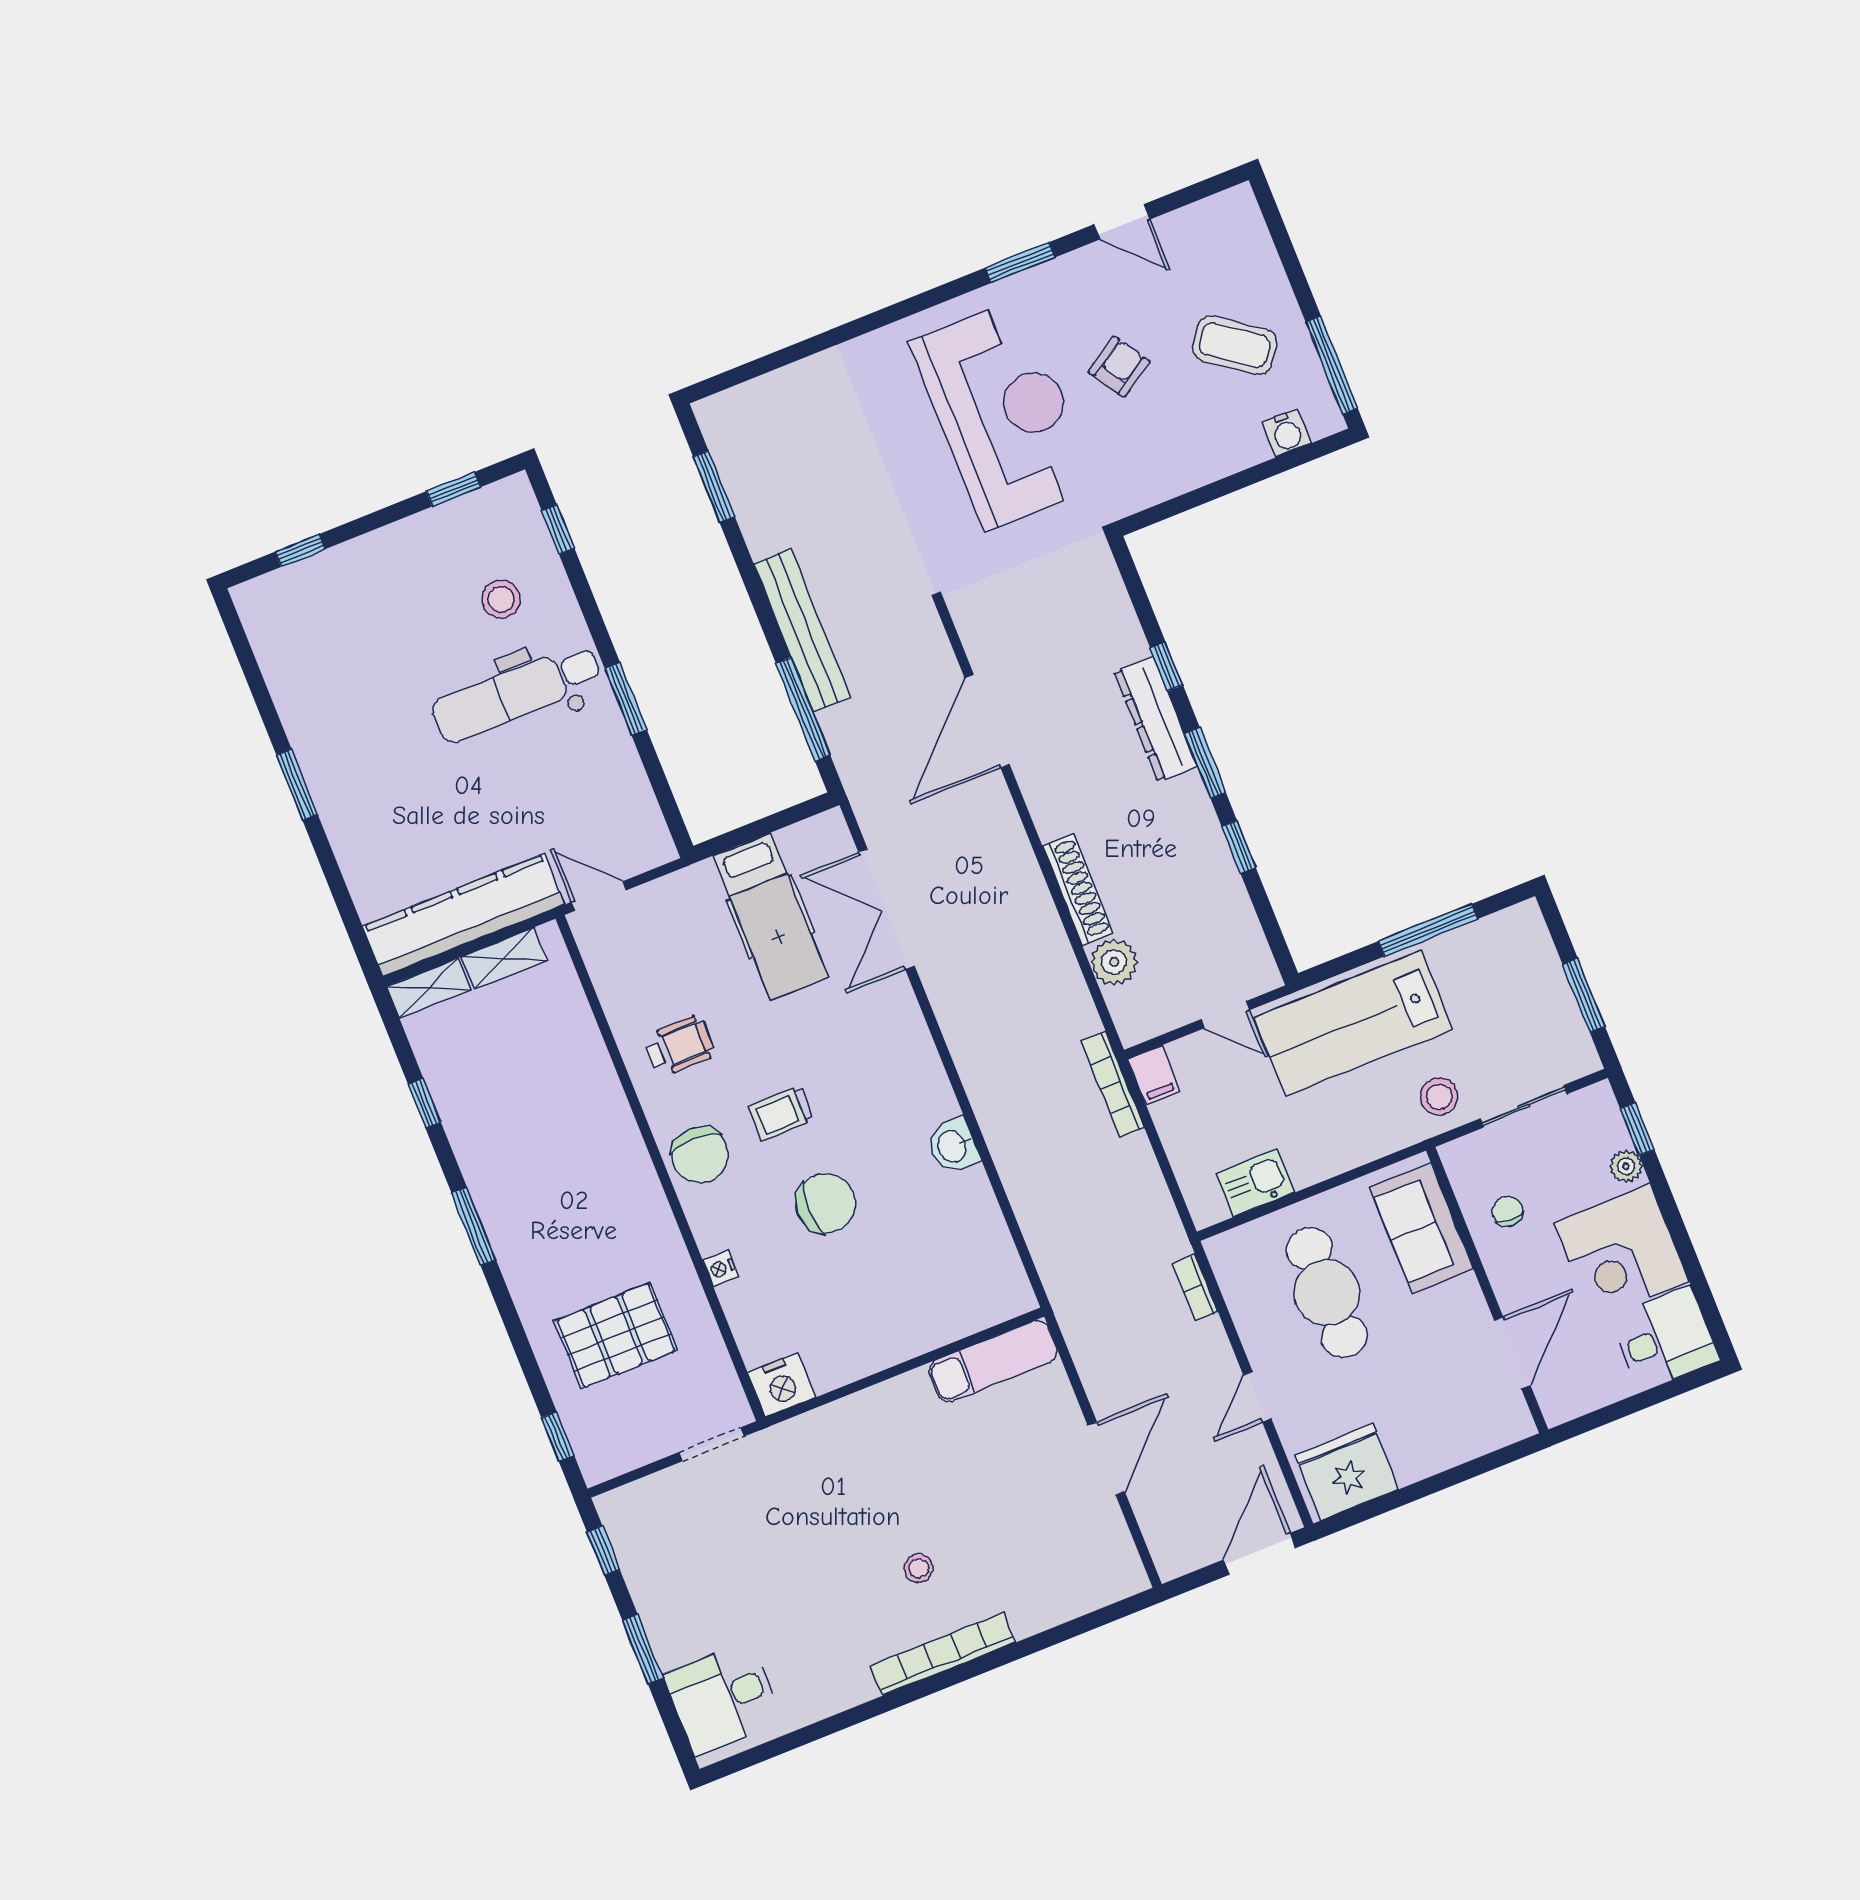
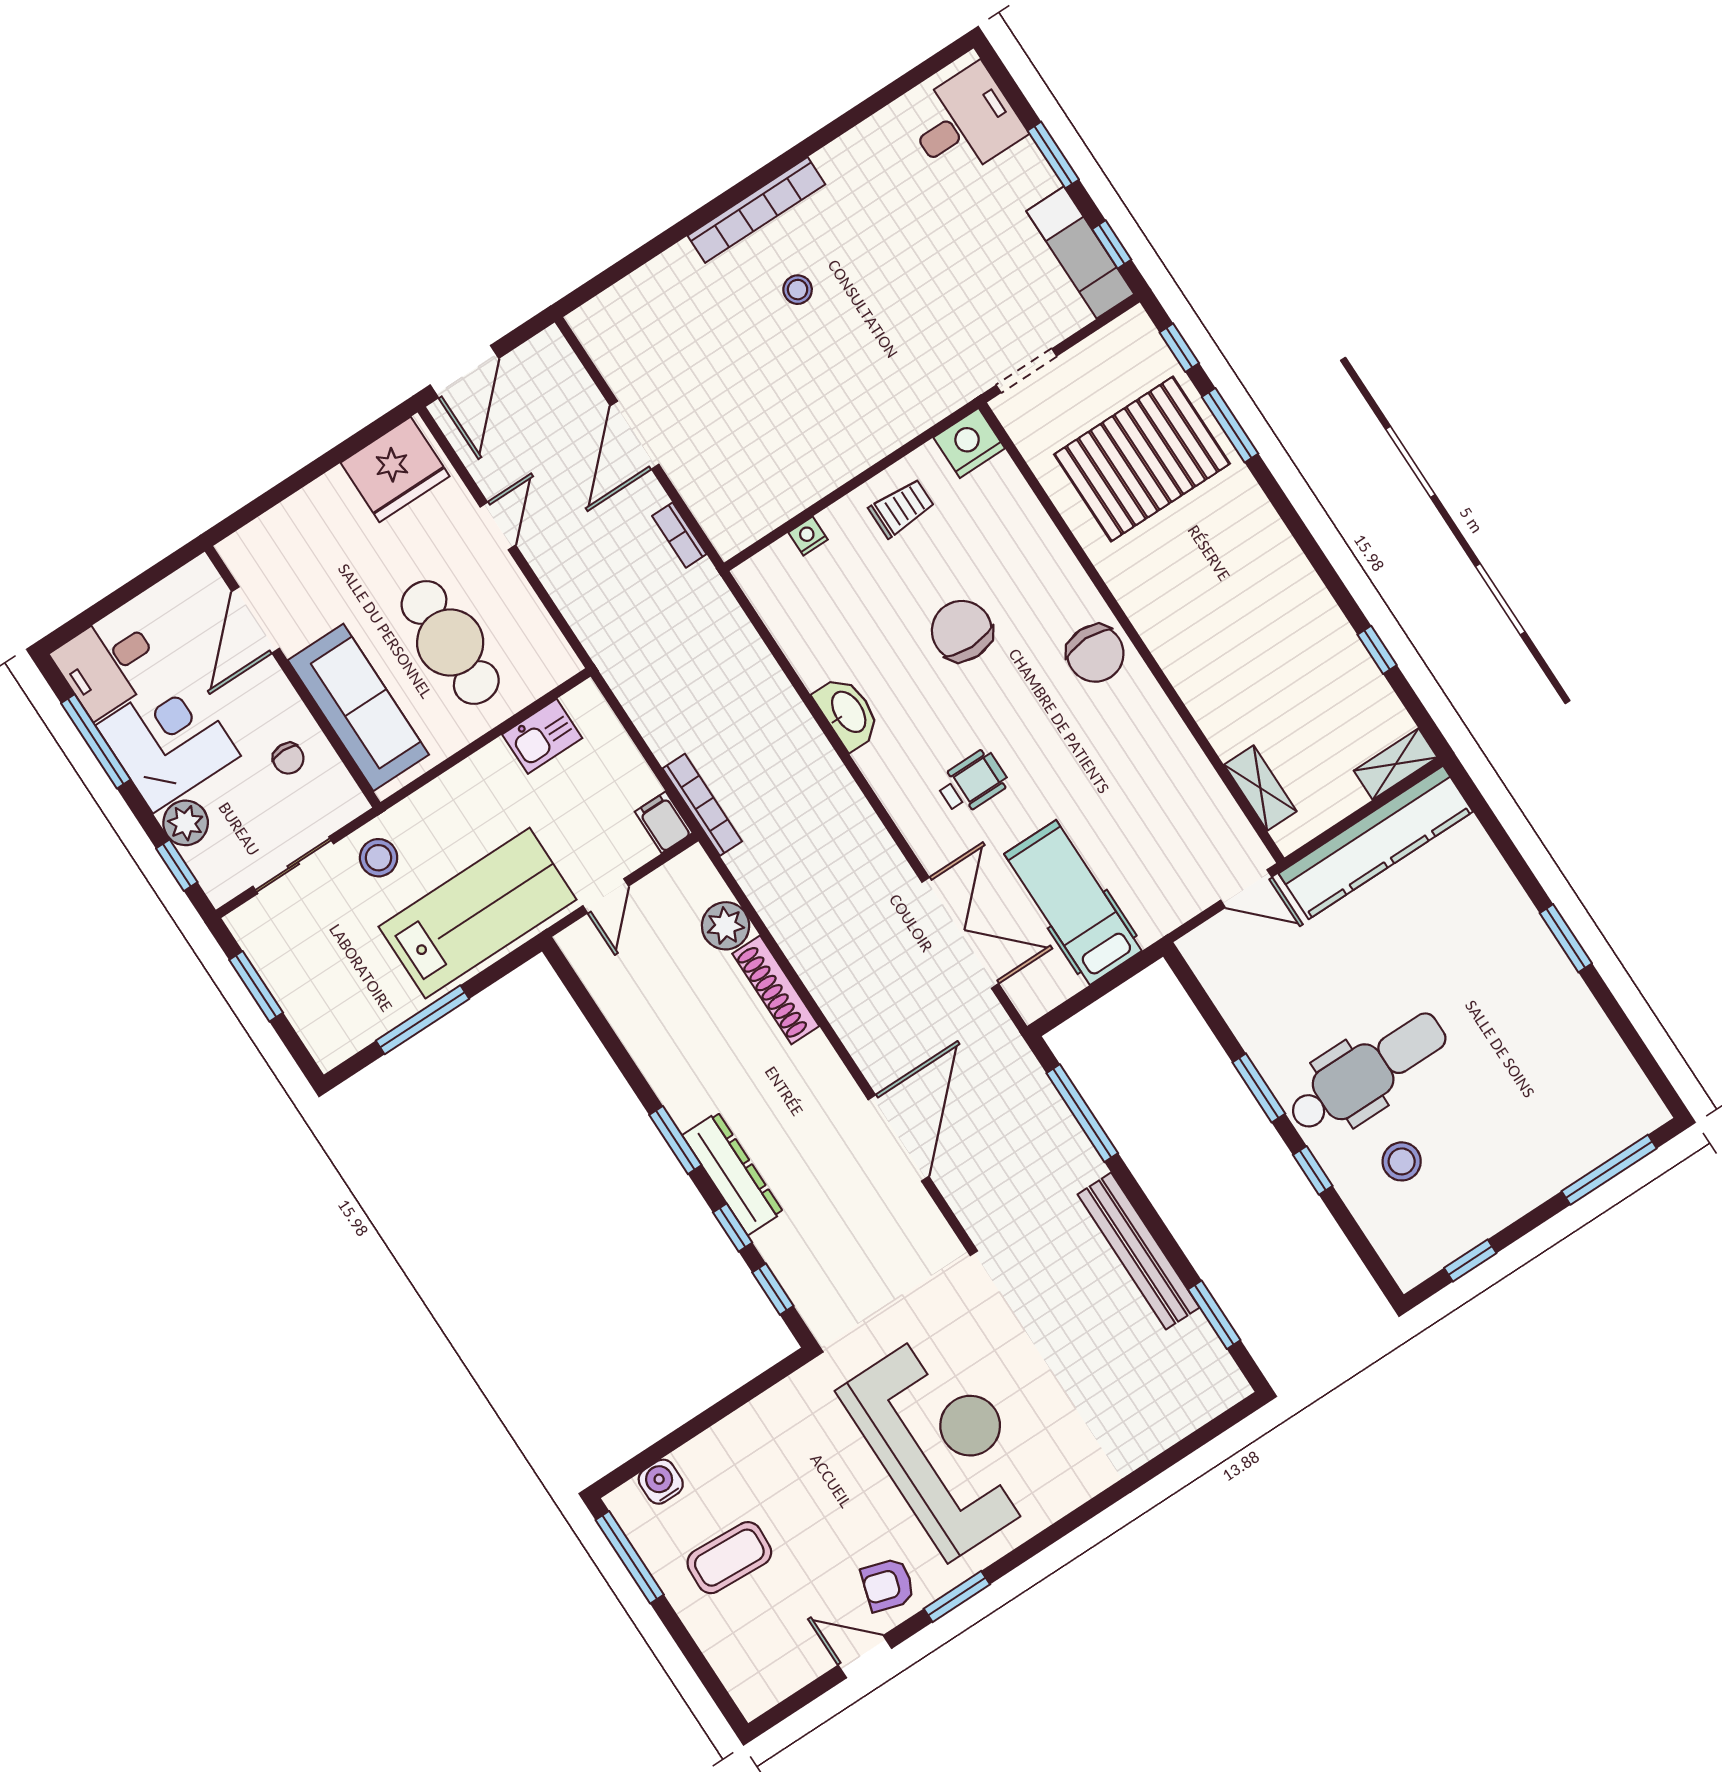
coffee table: (1235, 345) -> (729, 1558), turned -33
armchair: (1119, 367) -> (888, 1585), moved, turned 50
reception desk: (1004, 415) -> (943, 1443), turned 180
window: (558, 529) -> (1313, 1170), moved
window: (300, 550) -> (1609, 1170), width x2.17
bench: (802, 630) -> (1139, 1251), moved
window: (1239, 847) -> (773, 1289), moved
shelving: (504, 958) -> (1260, 788), moved, turned 90
door: (1225, 1015) -> (606, 896), swing flipped
wheelchair: (679, 1046) -> (972, 783), moved, turned 180
trolley: (781, 1113) -> (902, 508), moved
washbasin: (953, 1146) -> (848, 713), width x1.38
chair: (700, 1155) -> (1095, 654), turned 180
plant: (1626, 1166) -> (186, 823), width x1.38, depth x1.38
chair: (826, 1203) -> (962, 631), turned 90
window: (474, 1226) -> (1230, 425), moved
sofa: (1421, 1228) -> (358, 707), width x1.36
window: (1692, 1266) -> (96, 741), added
nightstand: (721, 1268) -> (808, 536), moved, turned -90
bookcase: (1195, 1288) -> (679, 535), moved, turned 180
pallet: (616, 1335) -> (1142, 459), width x1.37, depth x1.41
exam couch: (993, 1361) -> (1080, 253), moved, turned -90

